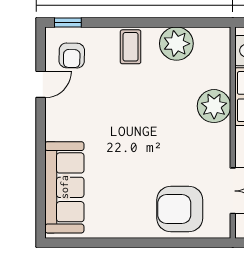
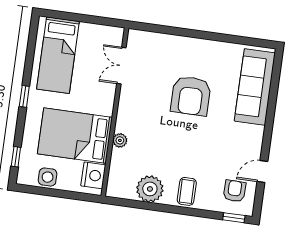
plant: (214, 106) -> (120, 140), width x0.53, depth x0.53
armchair: (180, 209) -> (191, 96), moved, turned 90

